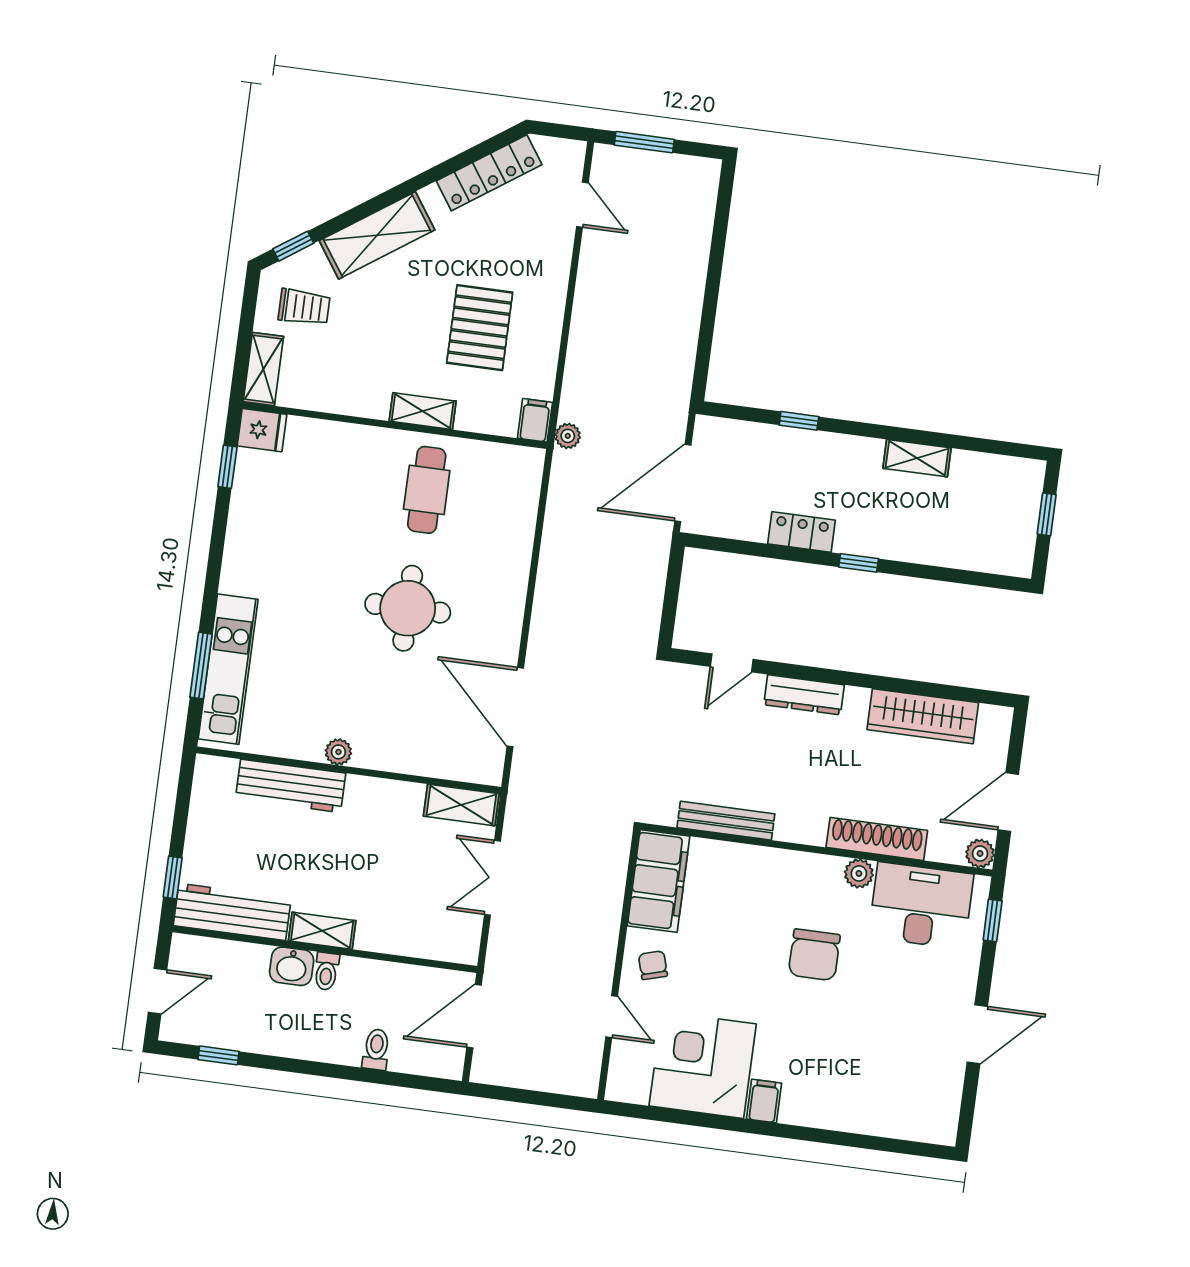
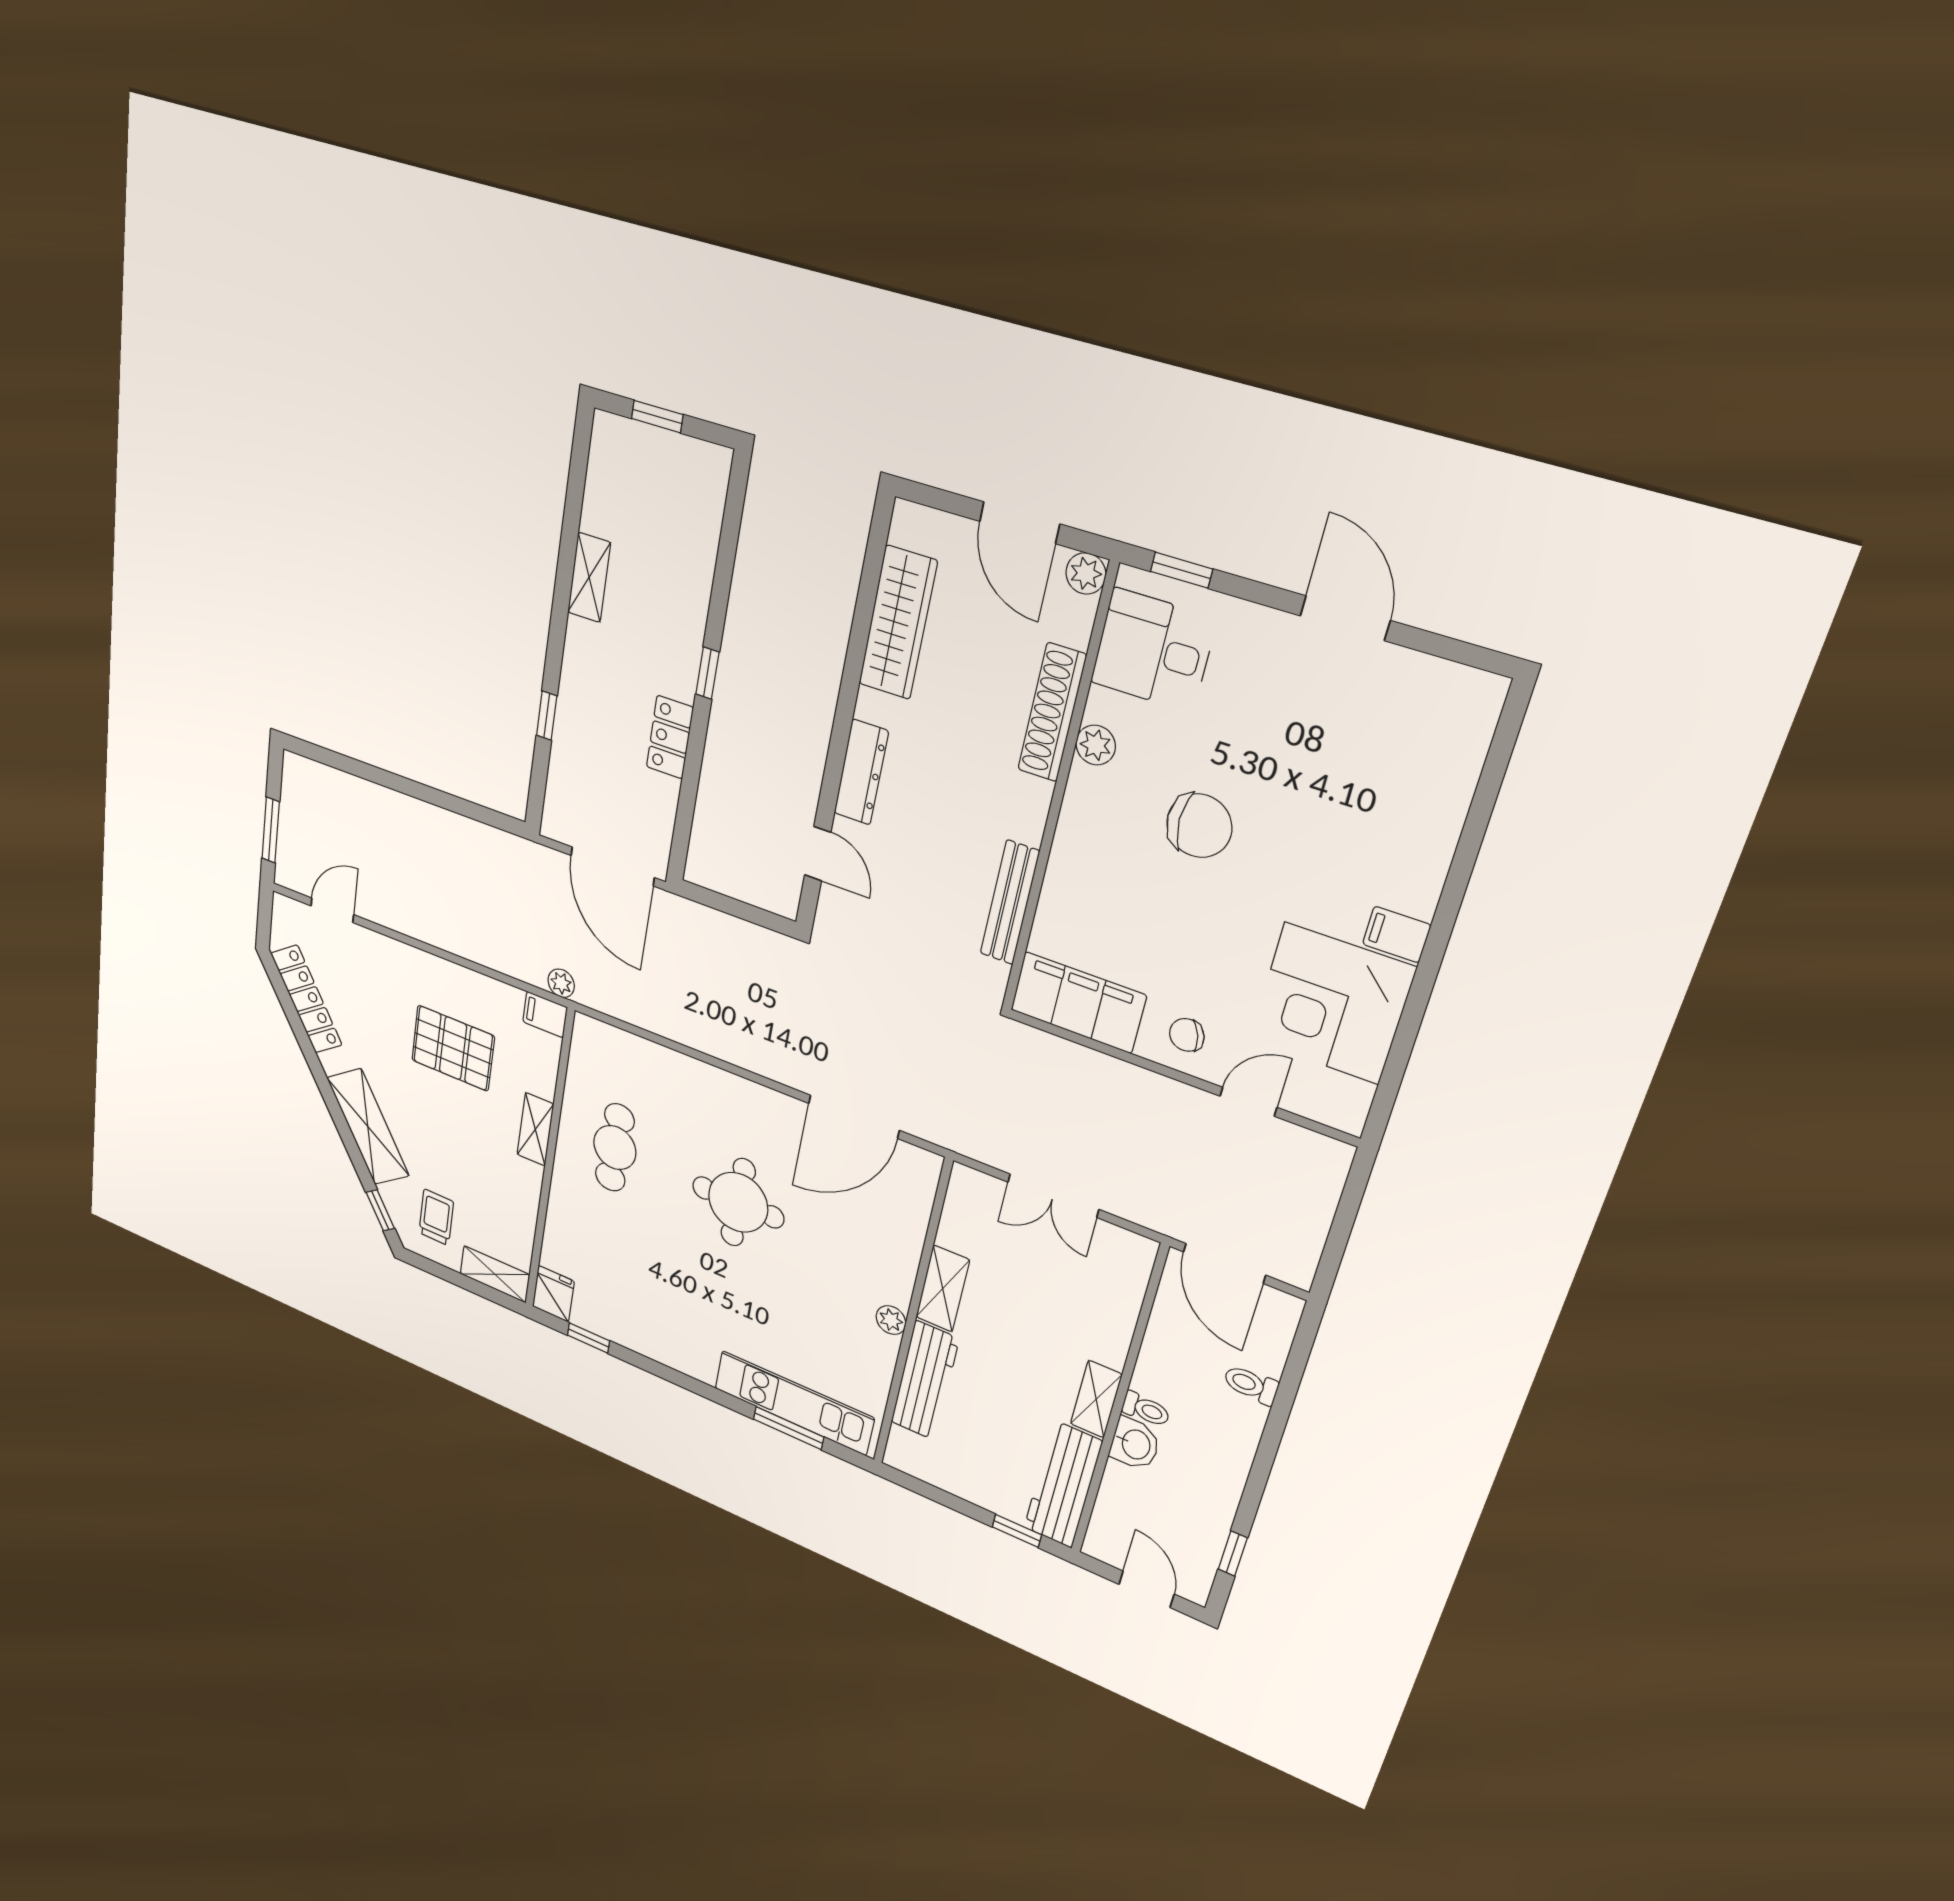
cafe table: (427, 490) -> (615, 1148), turned 90
shelving: (461, 805) -> (943, 1289), moved
desk: (921, 906) -> (1153, 650), width x0.73

